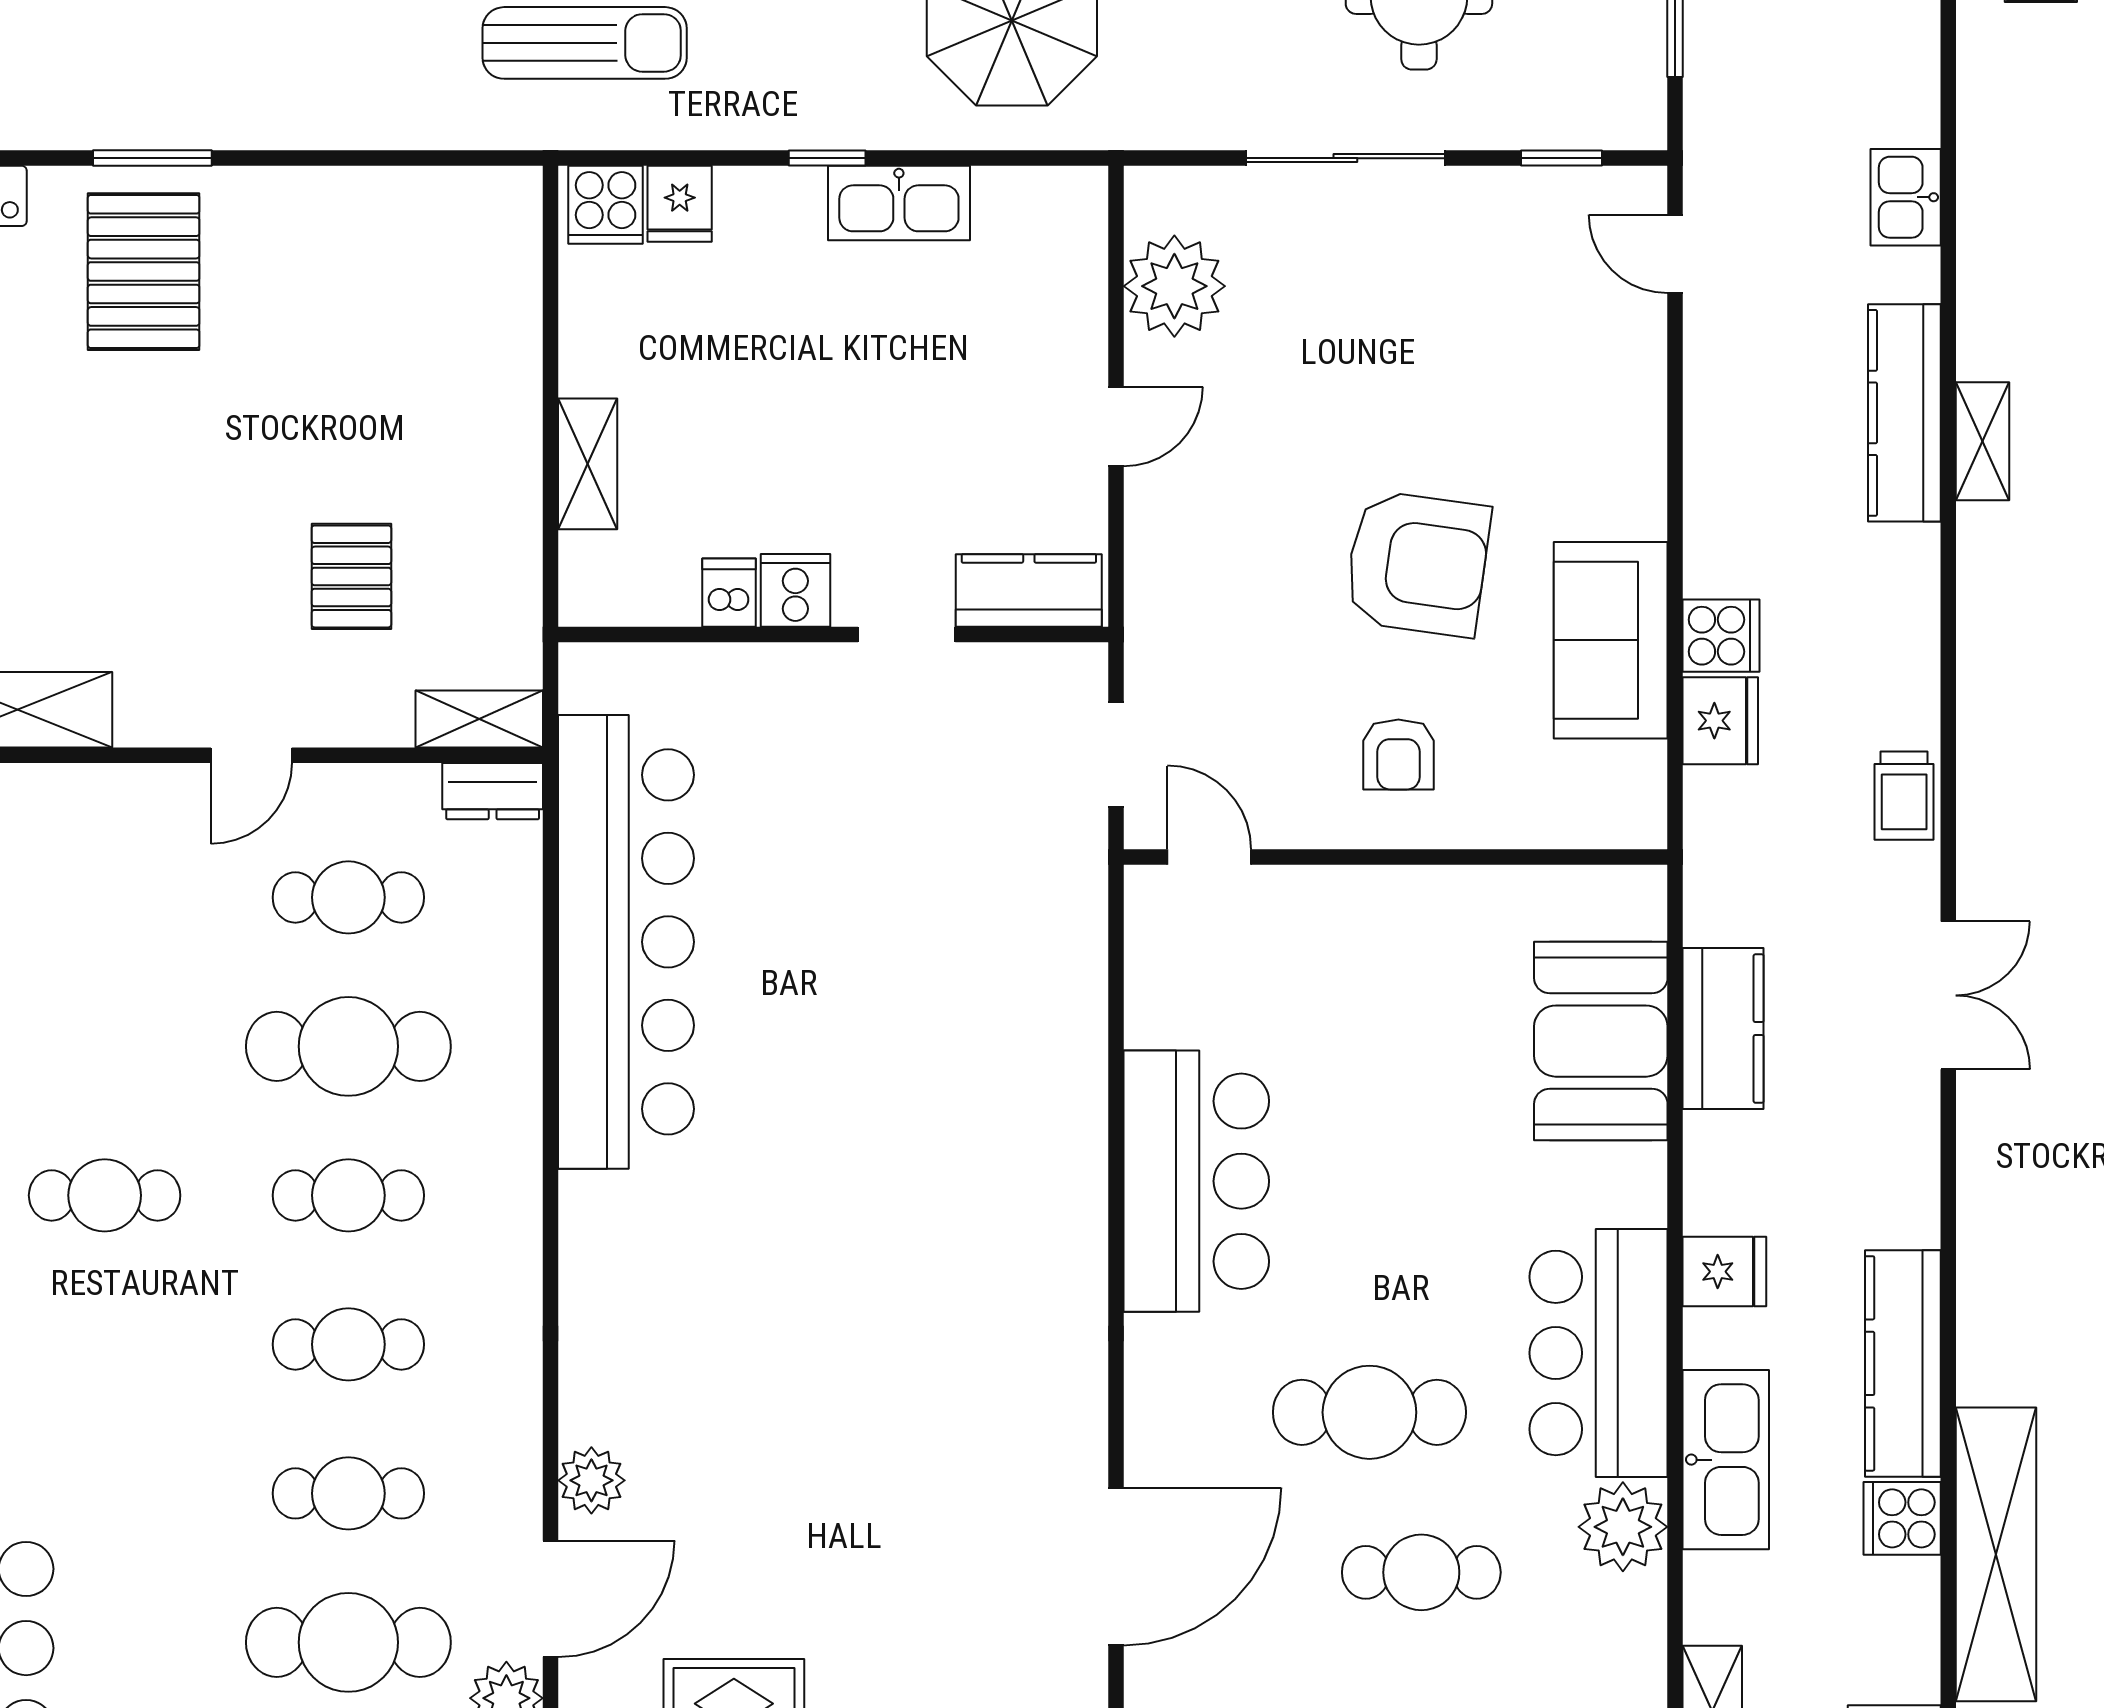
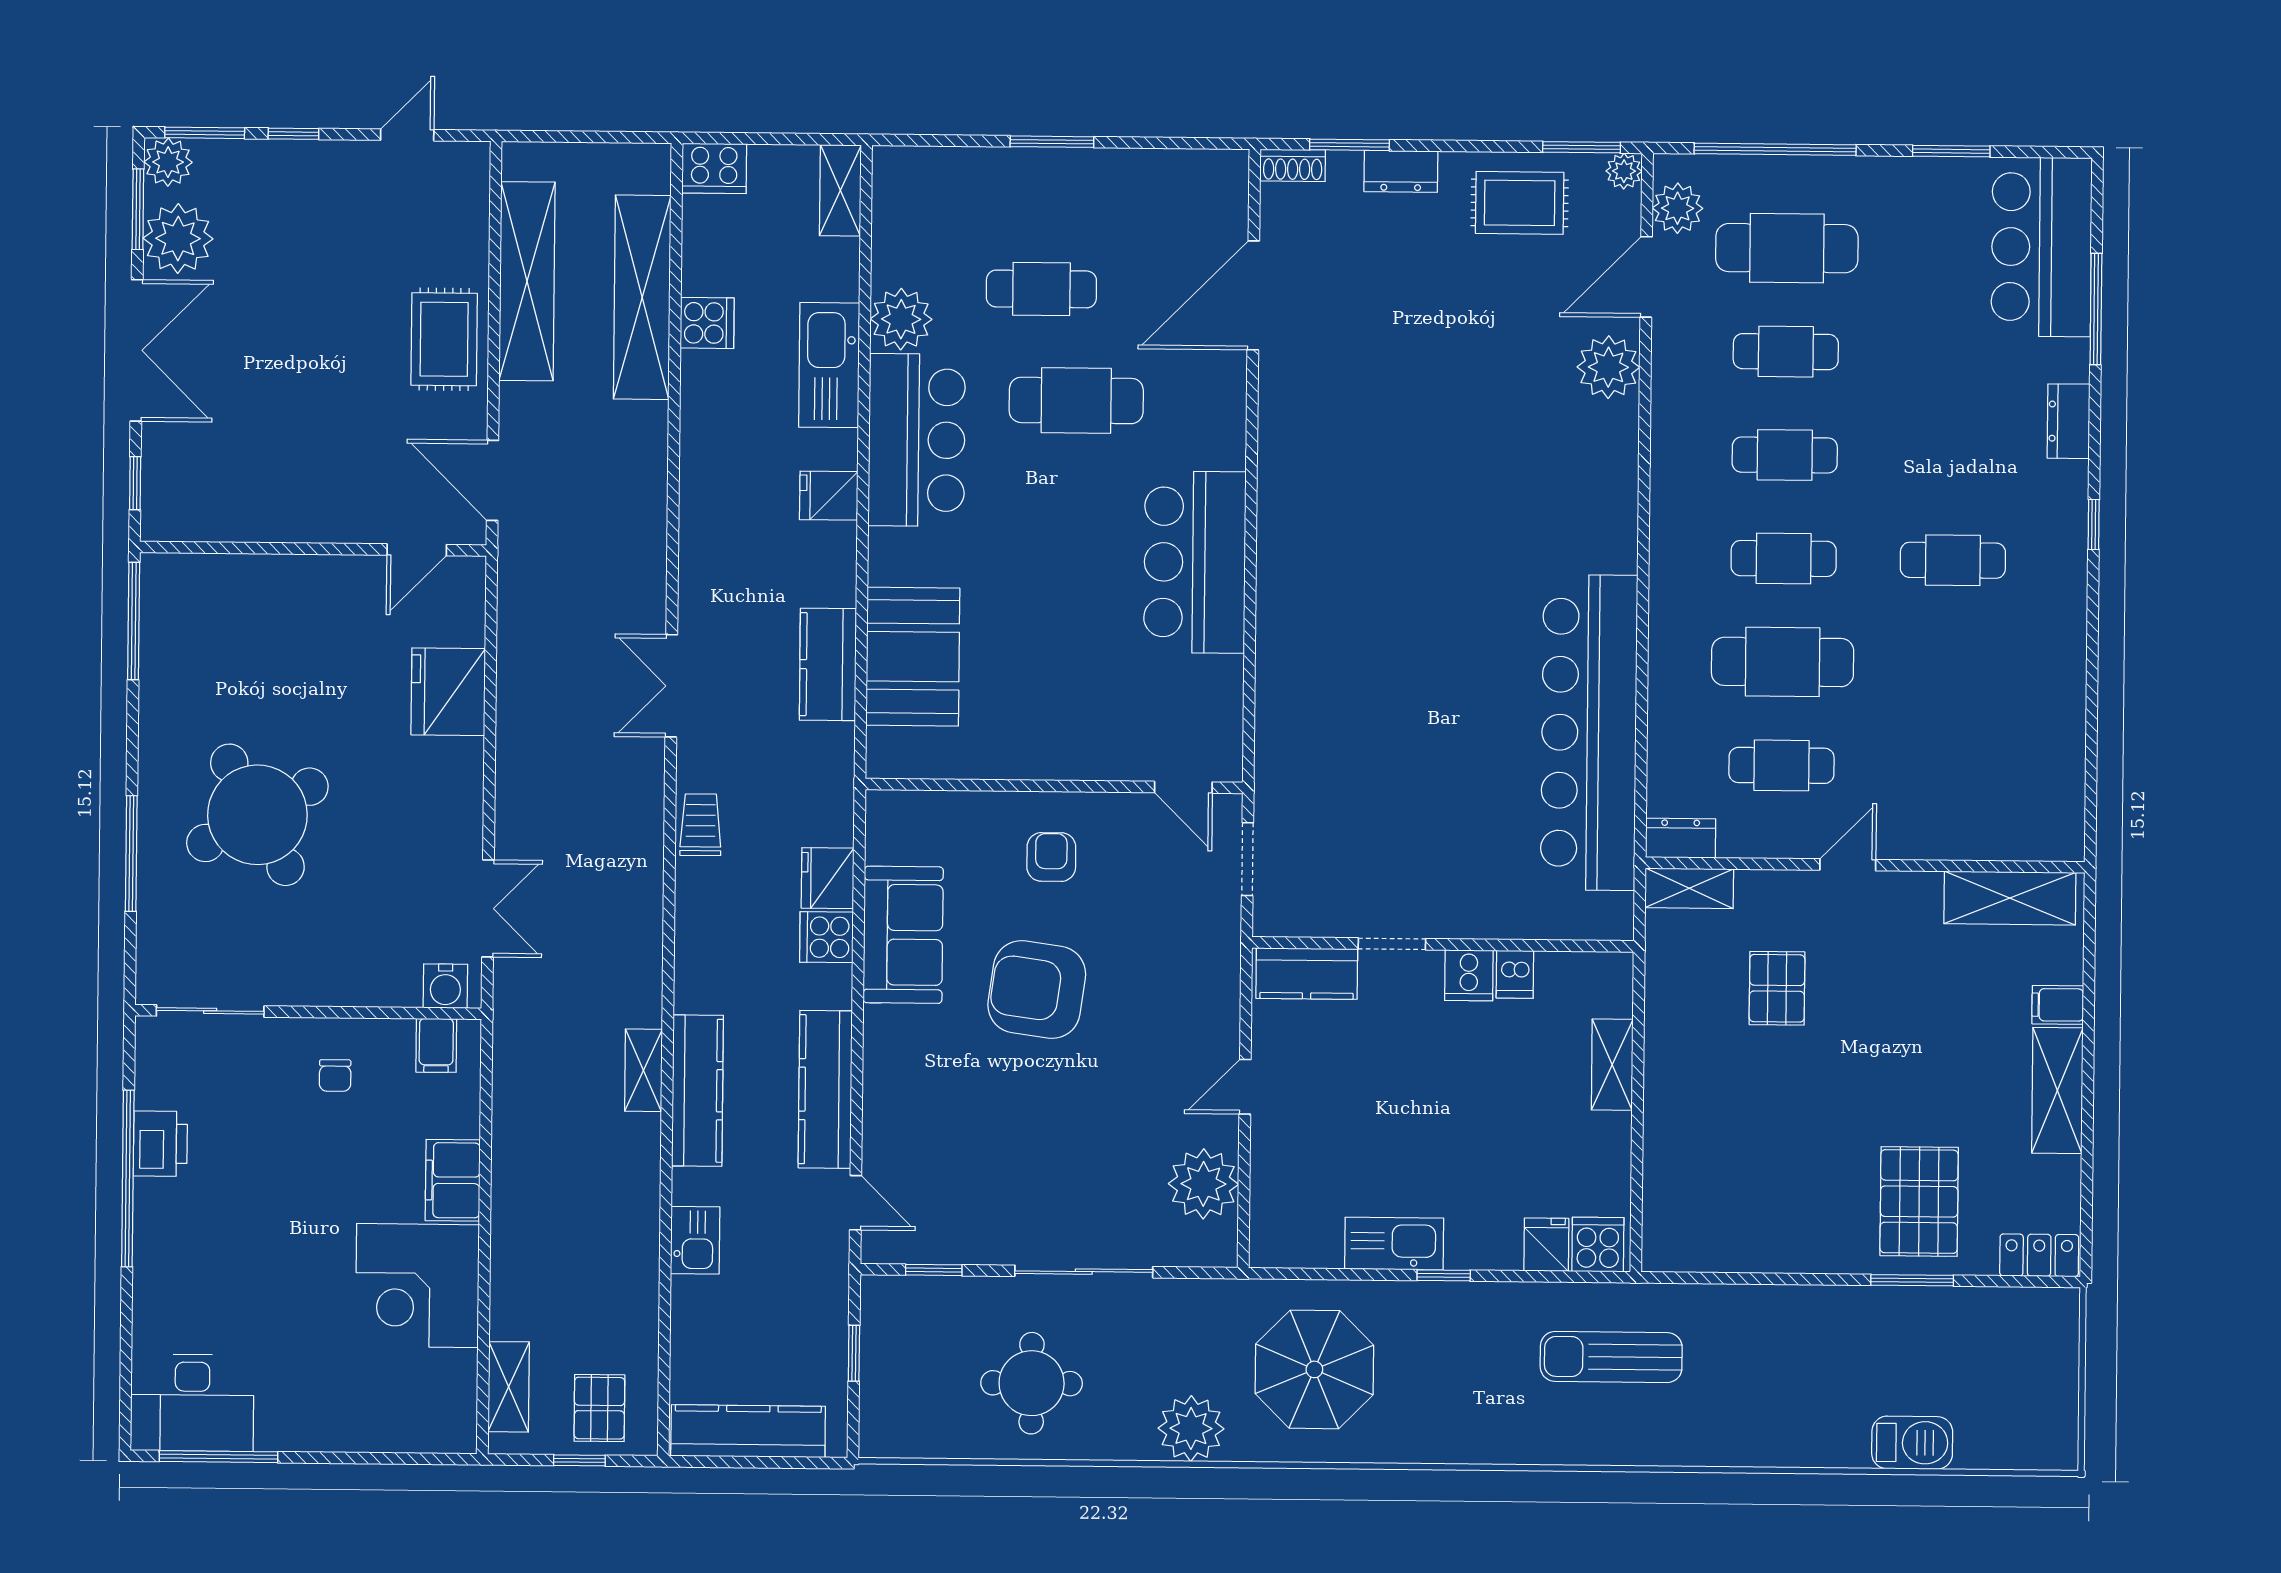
kitchen counter: (1903, 1363) -> (825, 1089), moved, turned 180
plant: (591, 1480) -> (1608, 367), width x1.36, depth x1.36

